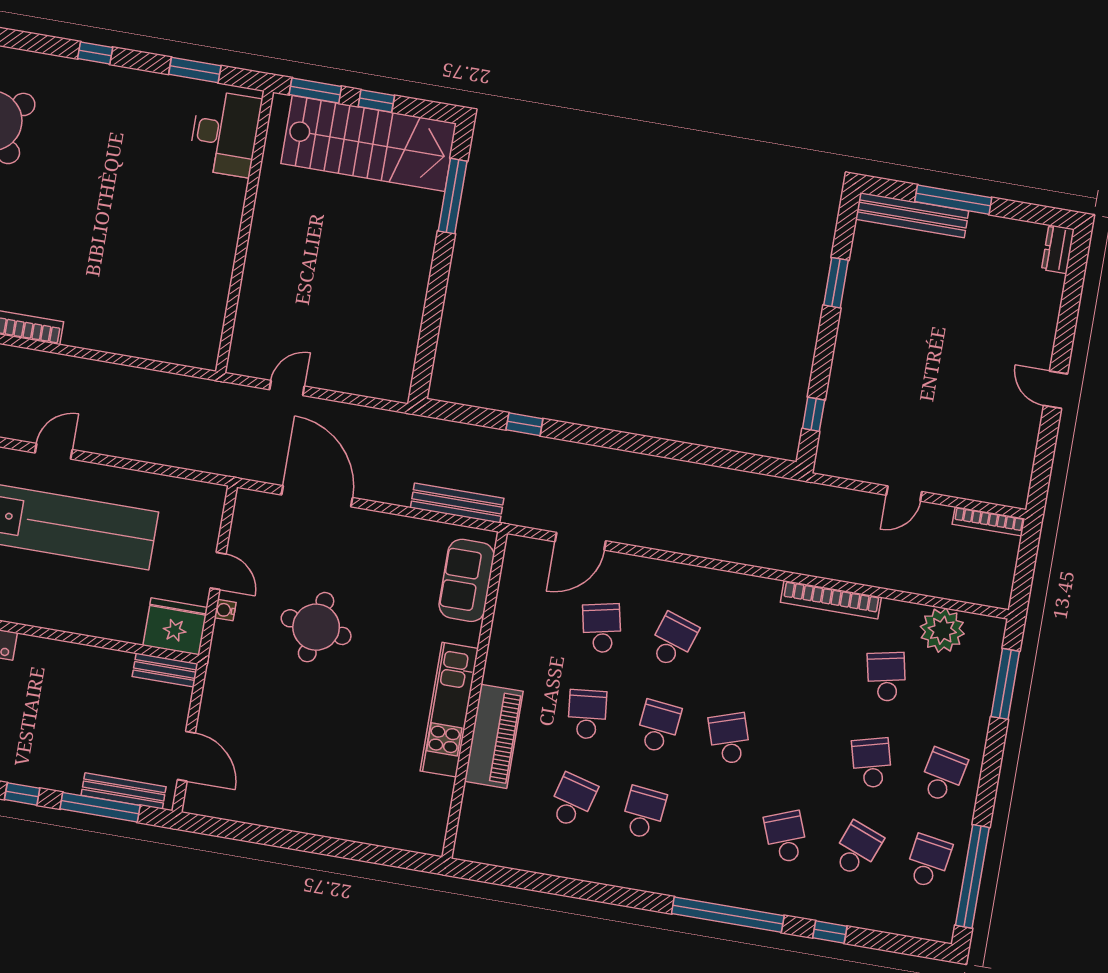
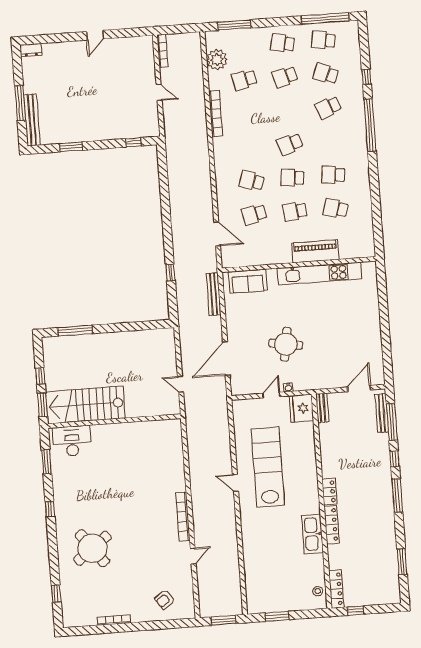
stairs: (369, 143) -> (85, 405), moved, turned -90
kitchen unit: (449, 710) -> (319, 274), width x1.36

